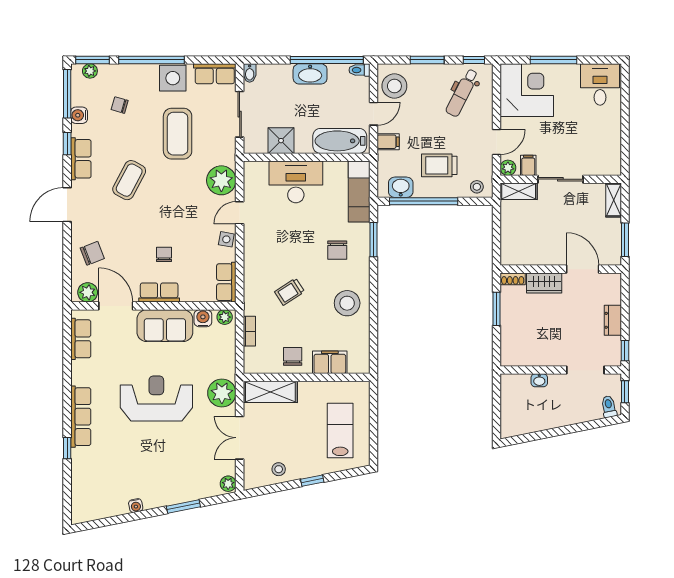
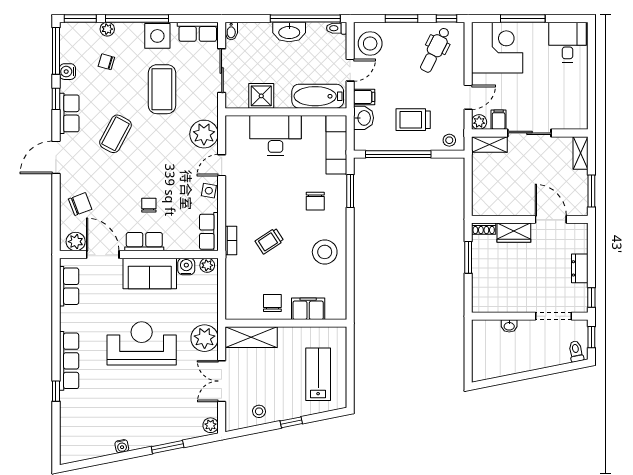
plant: (90, 71) -> (107, 29), moved
washbasin: (401, 187) -> (364, 118), moved, turned 90
bookcase: (249, 331) -> (231, 241), moved

